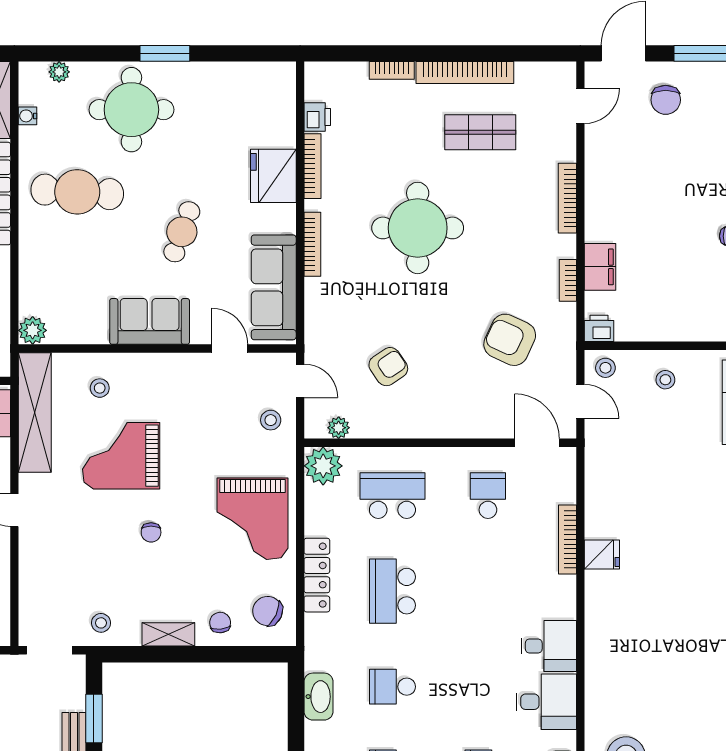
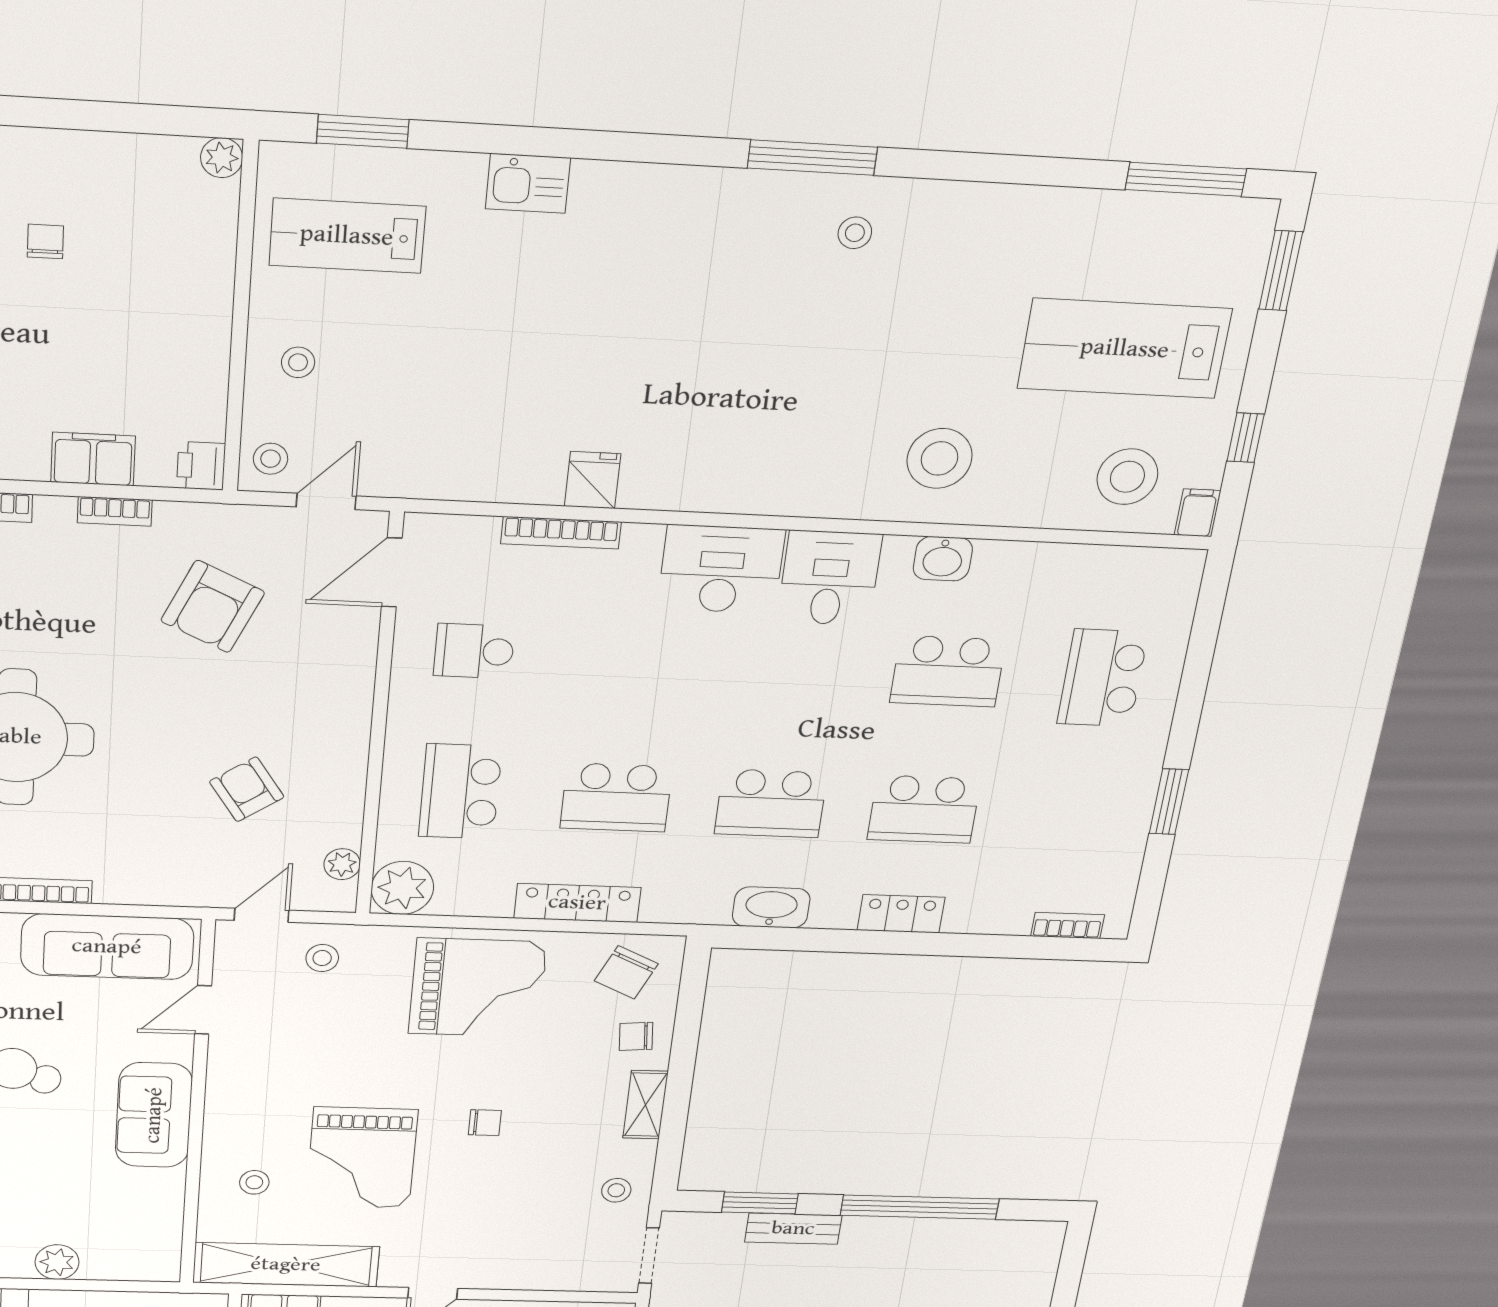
plant: (33, 330) -> (57, 1262), moved
desk: (549, 646) -> (721, 569), width x1.37
school desk: (392, 687) -> (771, 803), width x1.85

